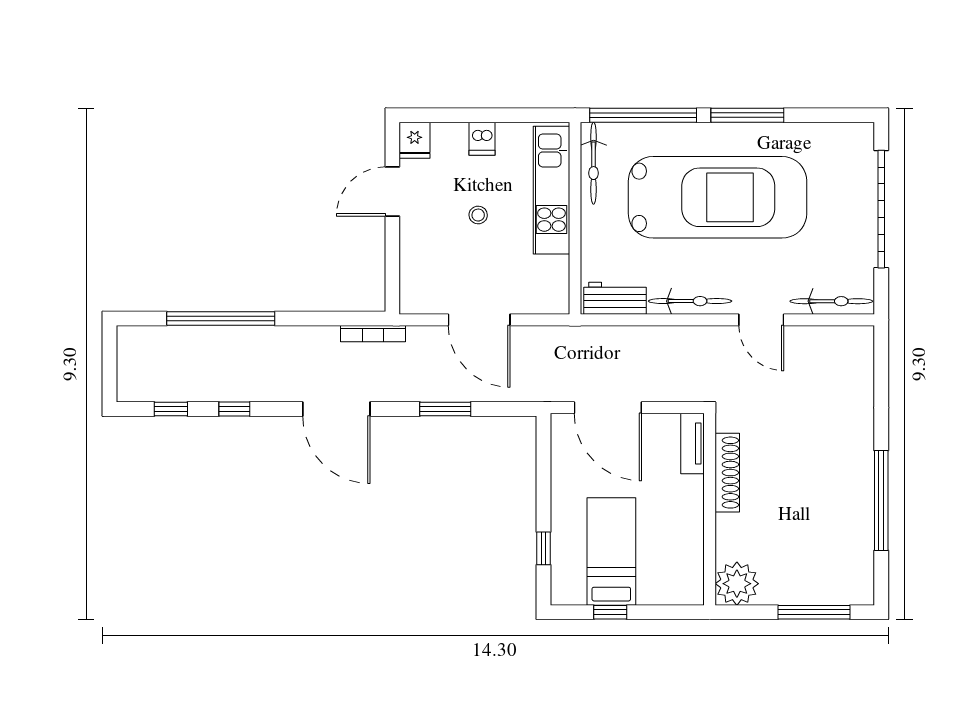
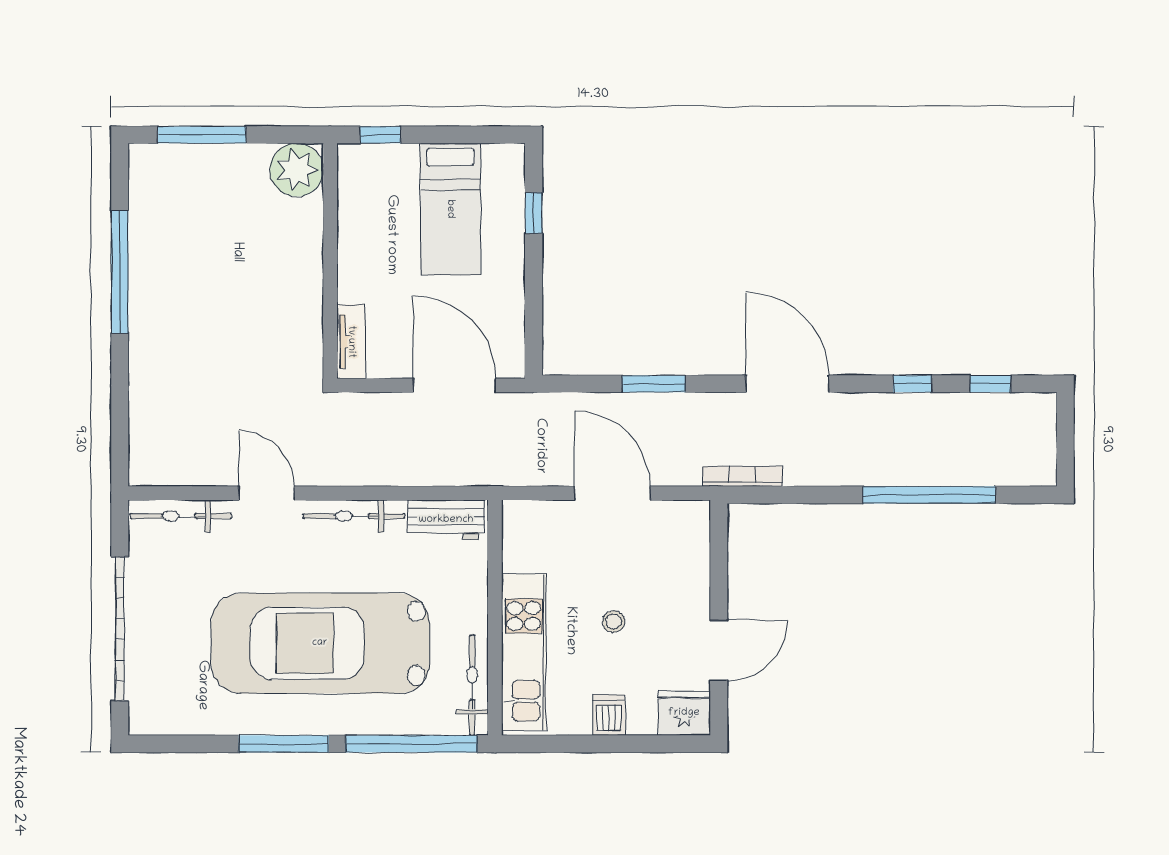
fridge: (415, 140) -> (684, 713), width x1.38
shoe rack: (727, 473) -> (308, 306), removed
window: (610, 612) -> (380, 135), moved

